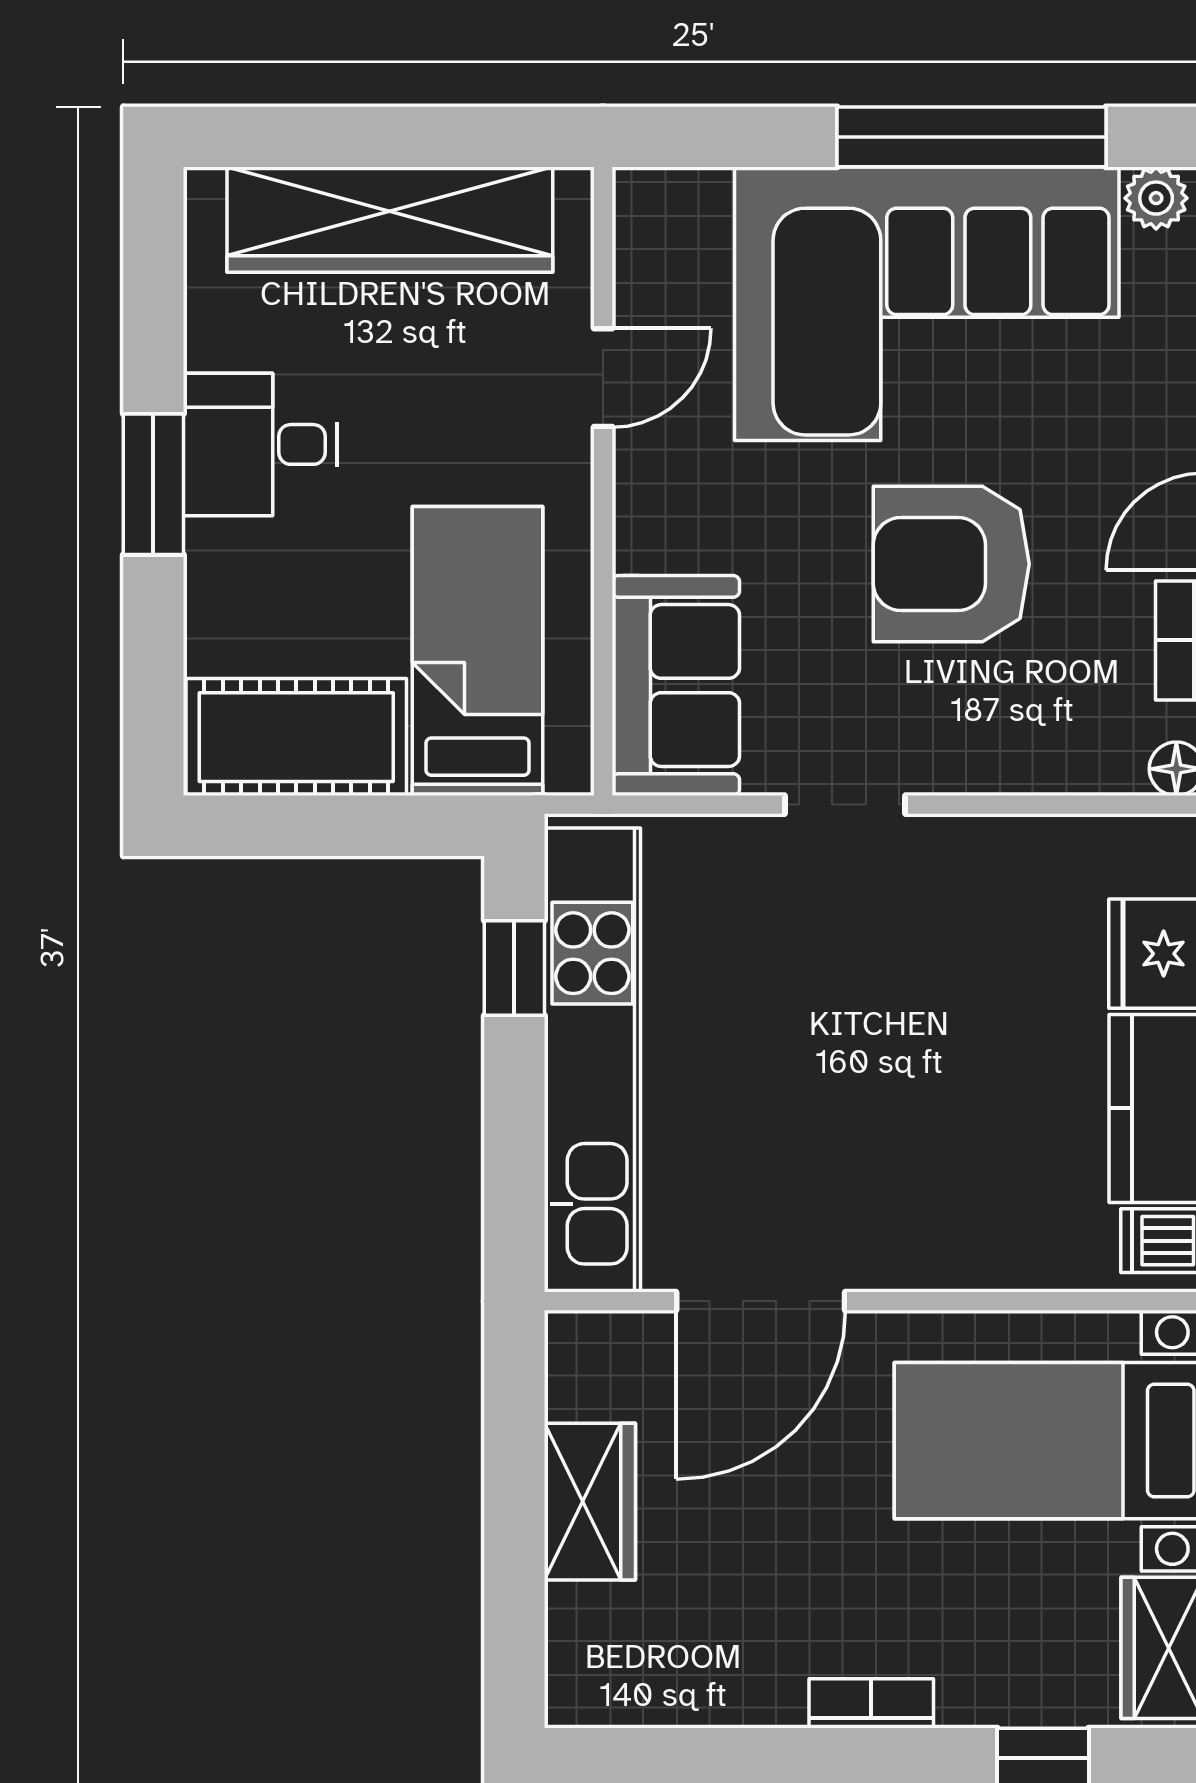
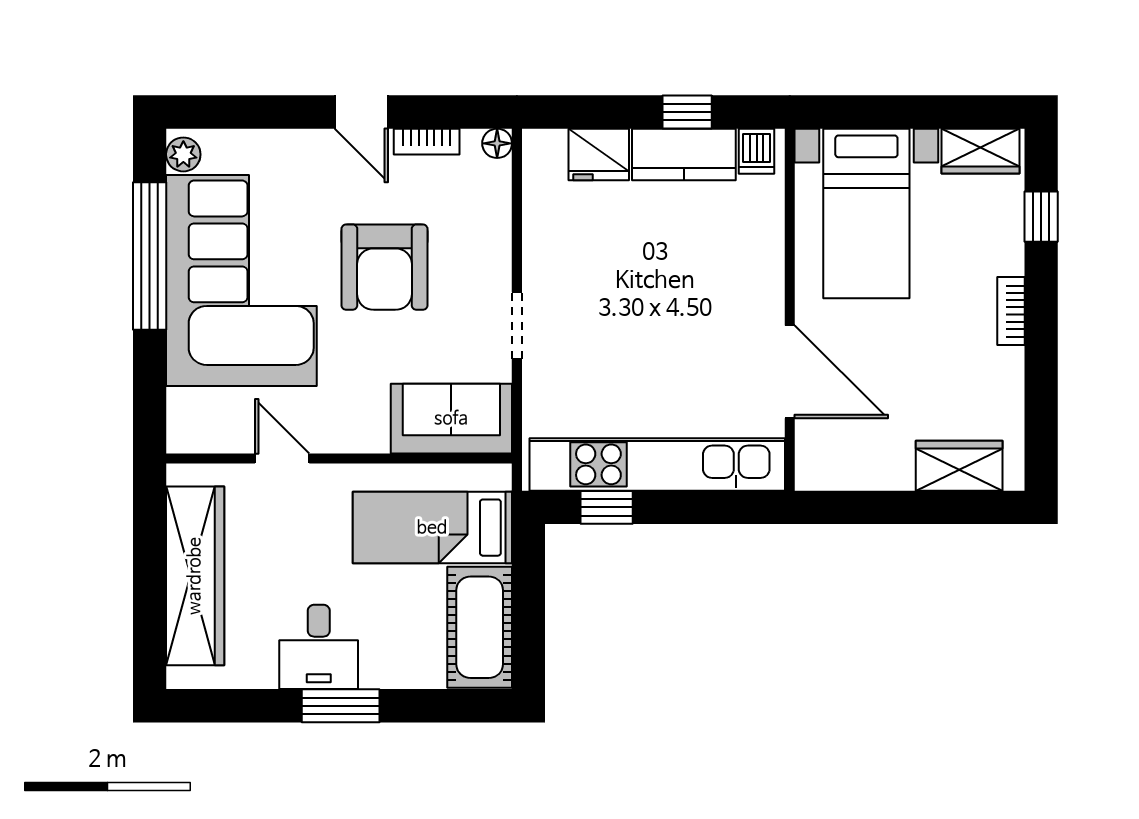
wardrobe: (590, 1502) -> (959, 466), moved

